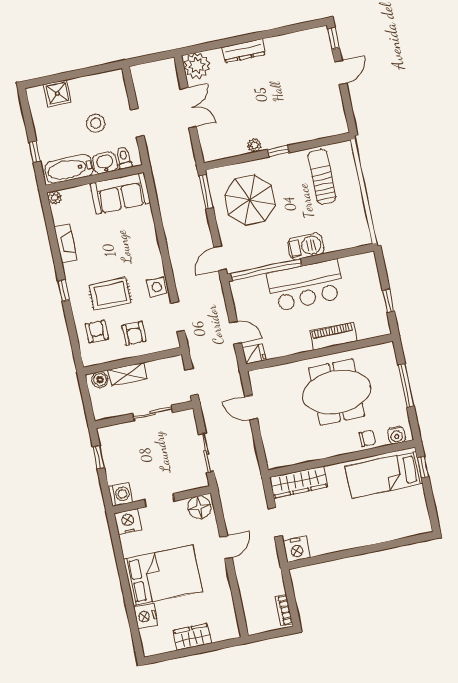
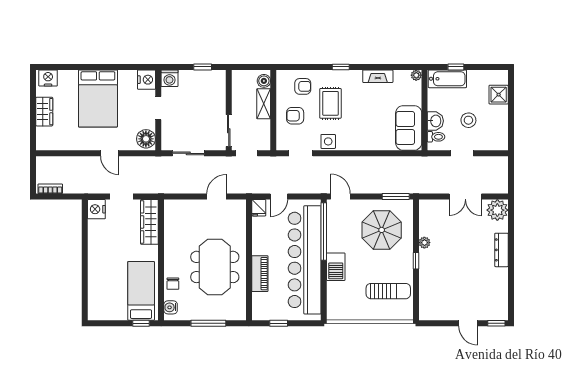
bathtub: (69, 169) -> (447, 79), moved, turned 90
bar counter: (305, 285) -> (305, 260), width x1.86
sliding door: (153, 413) -> (229, 131), moved
nightstand: (146, 616) -> (48, 78), moved

